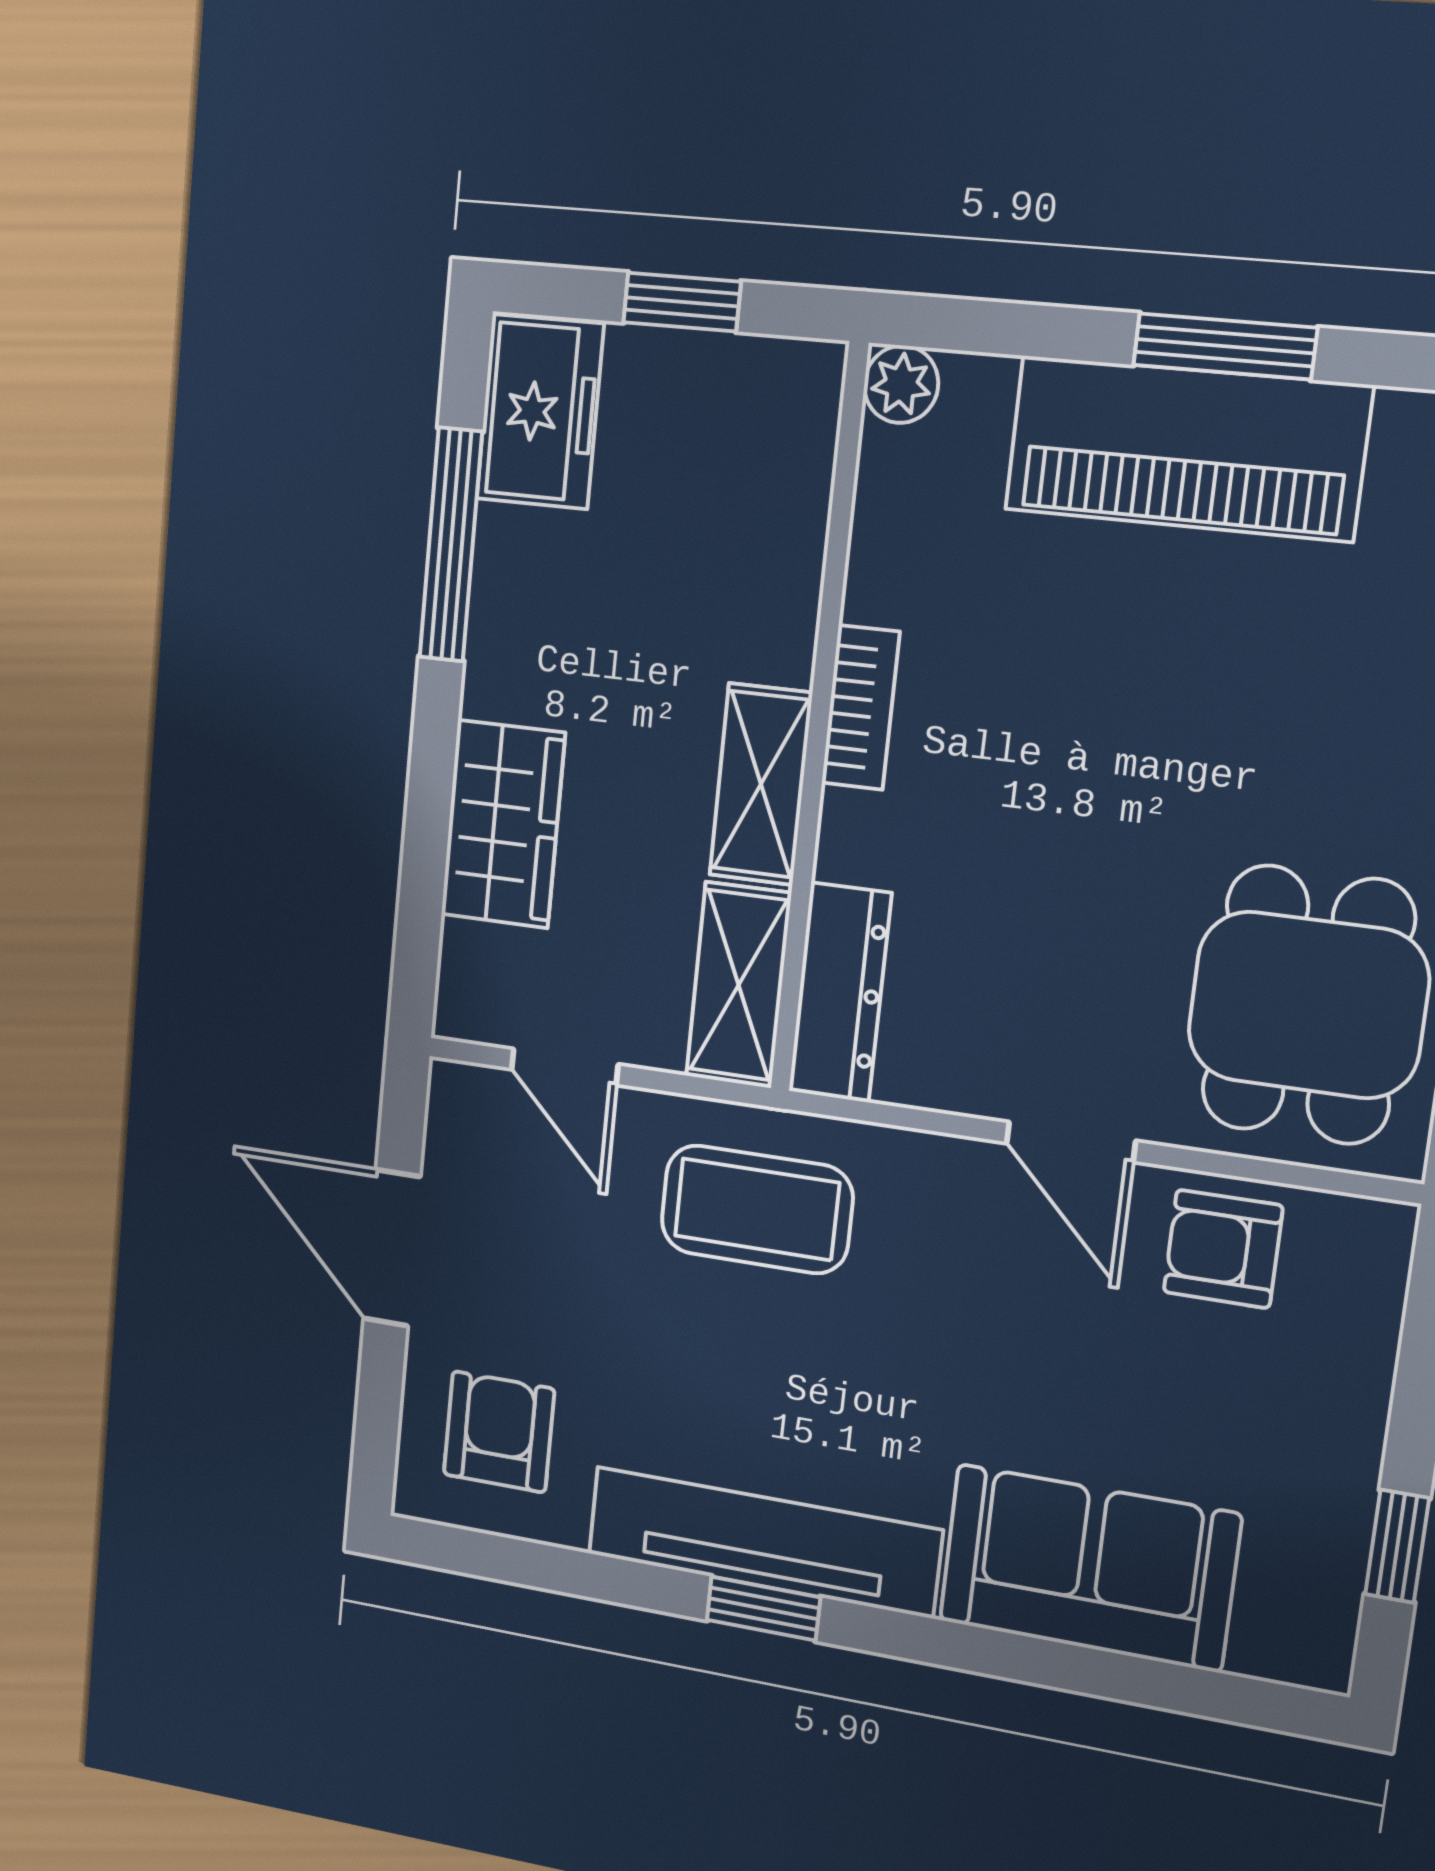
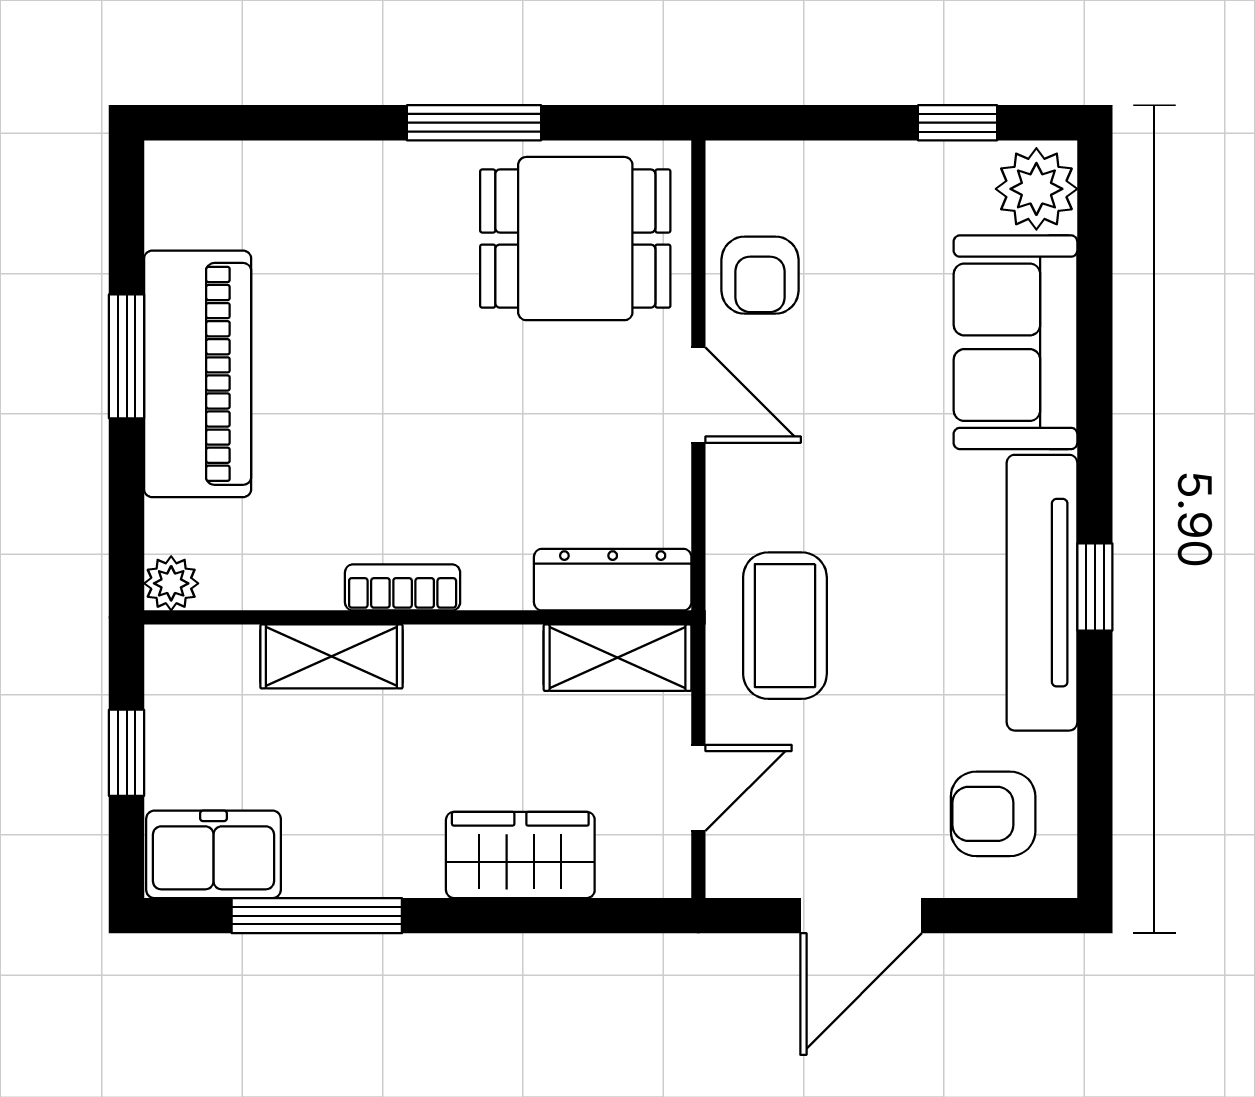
shelving: (761, 784) -> (331, 656), moved
door: (1071, 1142) -> (698, 395), hinge flipped
plant: (1291, 1633) -> (1036, 189), added

